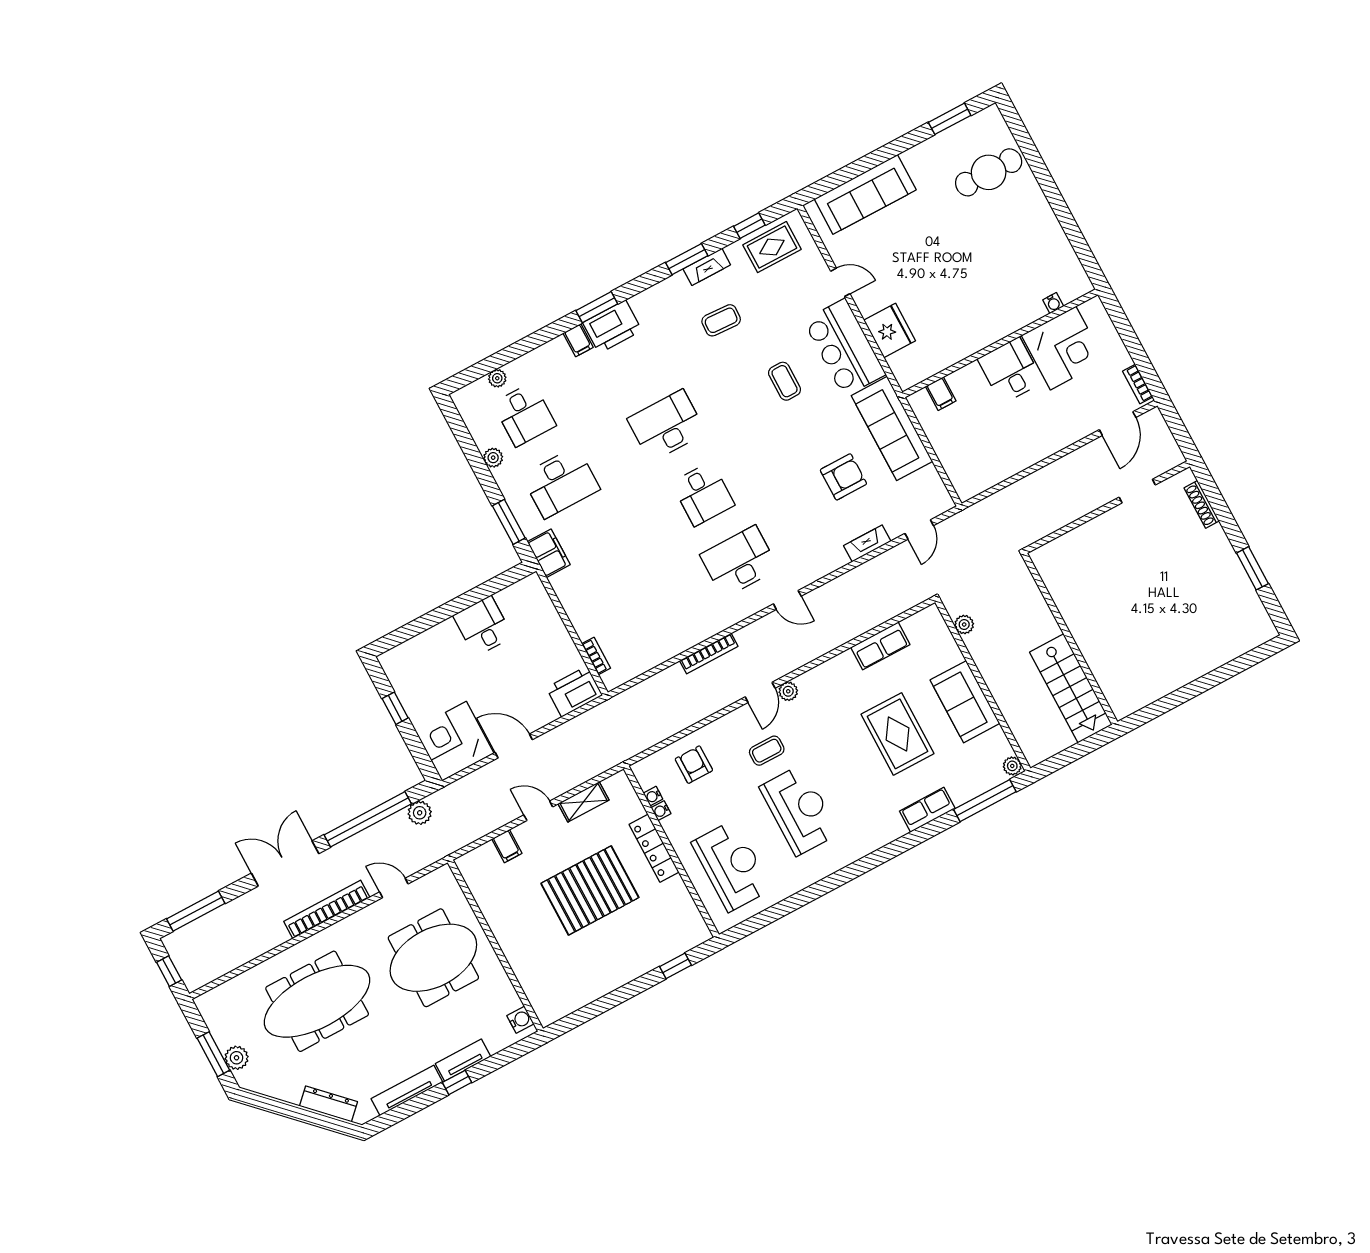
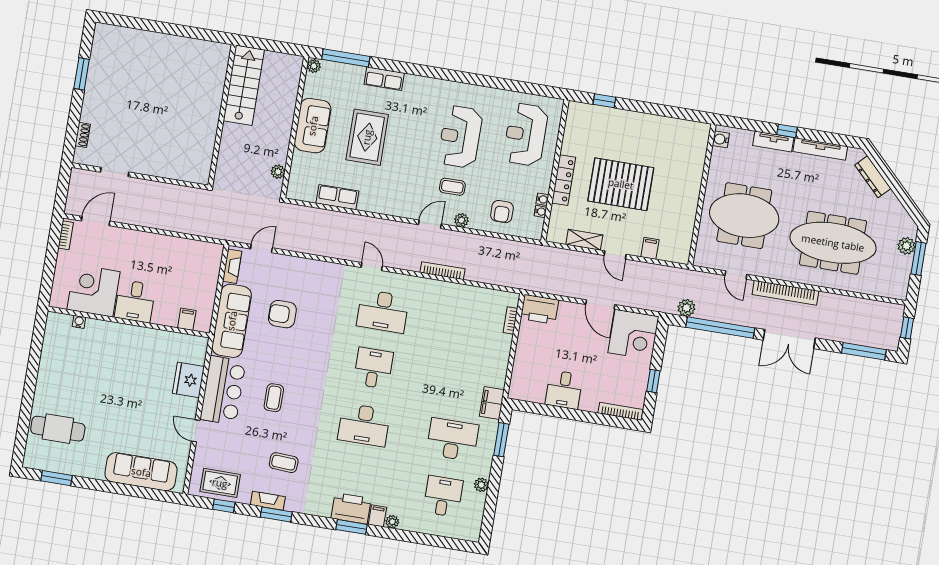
plant: (497, 378) -> (392, 522), moved
shoe rack: (1202, 504) -> (83, 135), width x0.70
fireplace: (867, 543) -> (232, 266), moved, turned -90
bookcase: (405, 649) -> (620, 411), added
plant: (788, 691) -> (461, 220), moved

